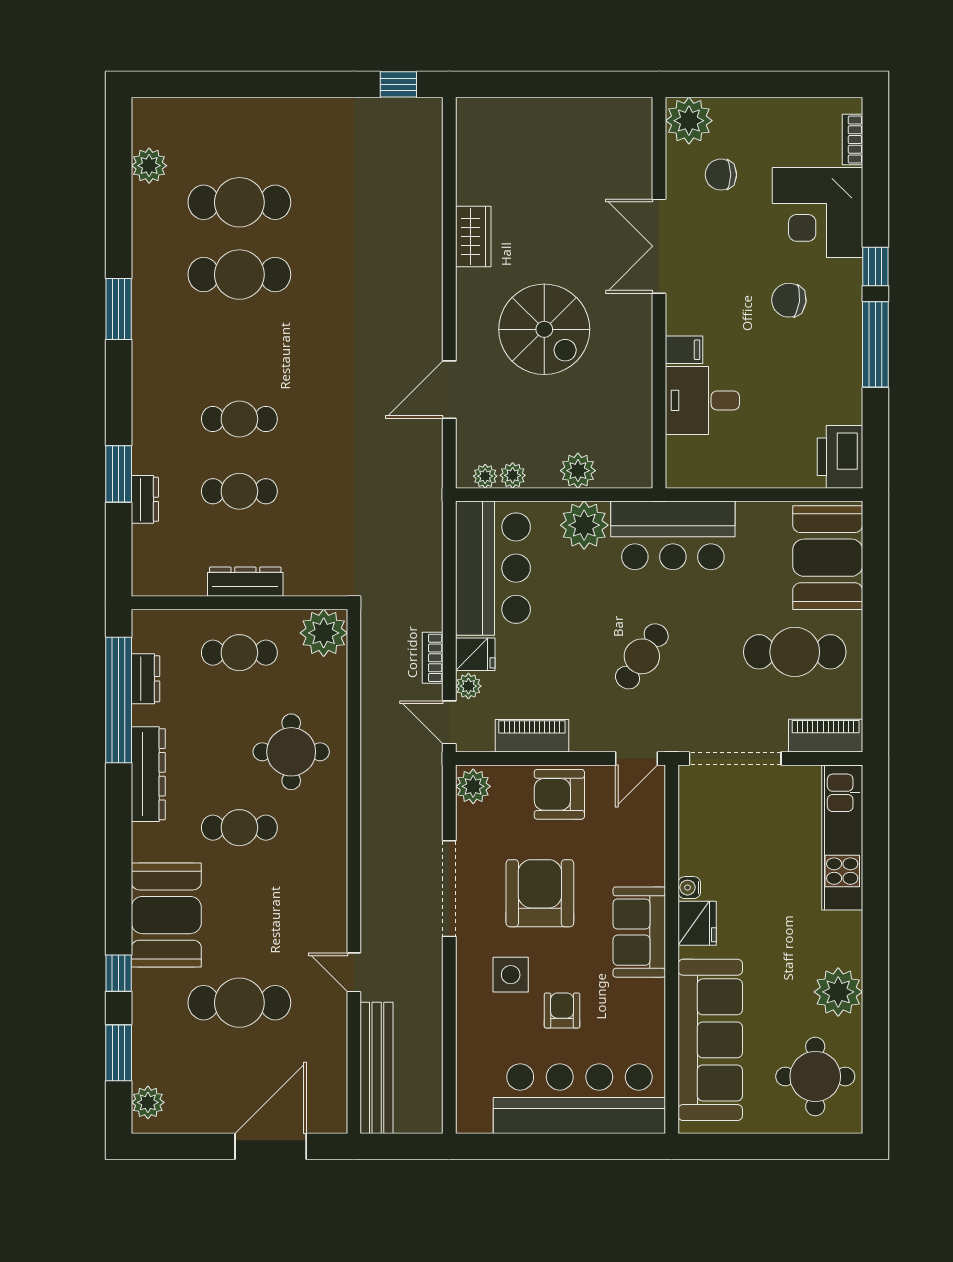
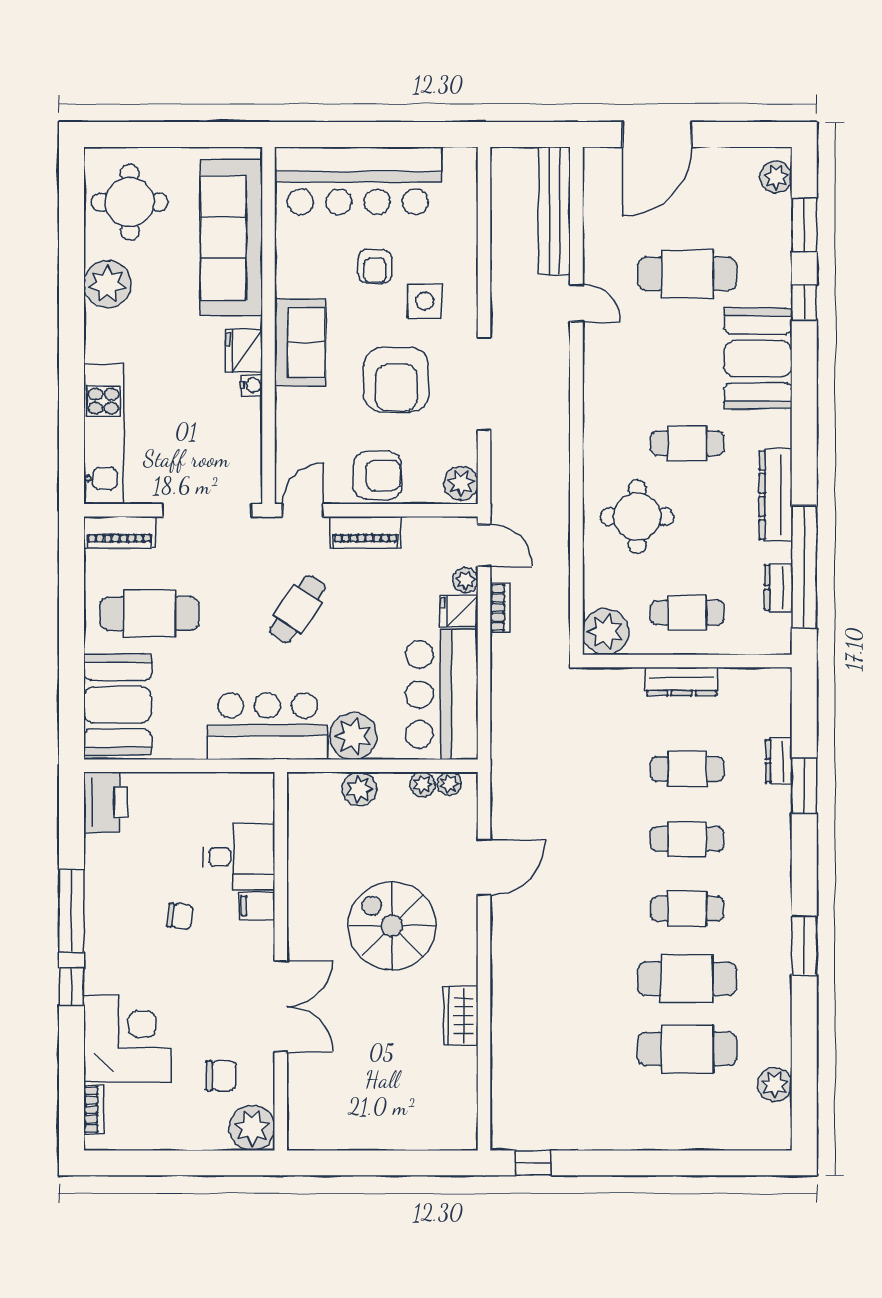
chair: (789, 300) -> (180, 916), moved, width x0.73, depth x0.73
cafe table: (239, 347) -> (687, 909), added
piano: (532, 736) -> (365, 532), moved

